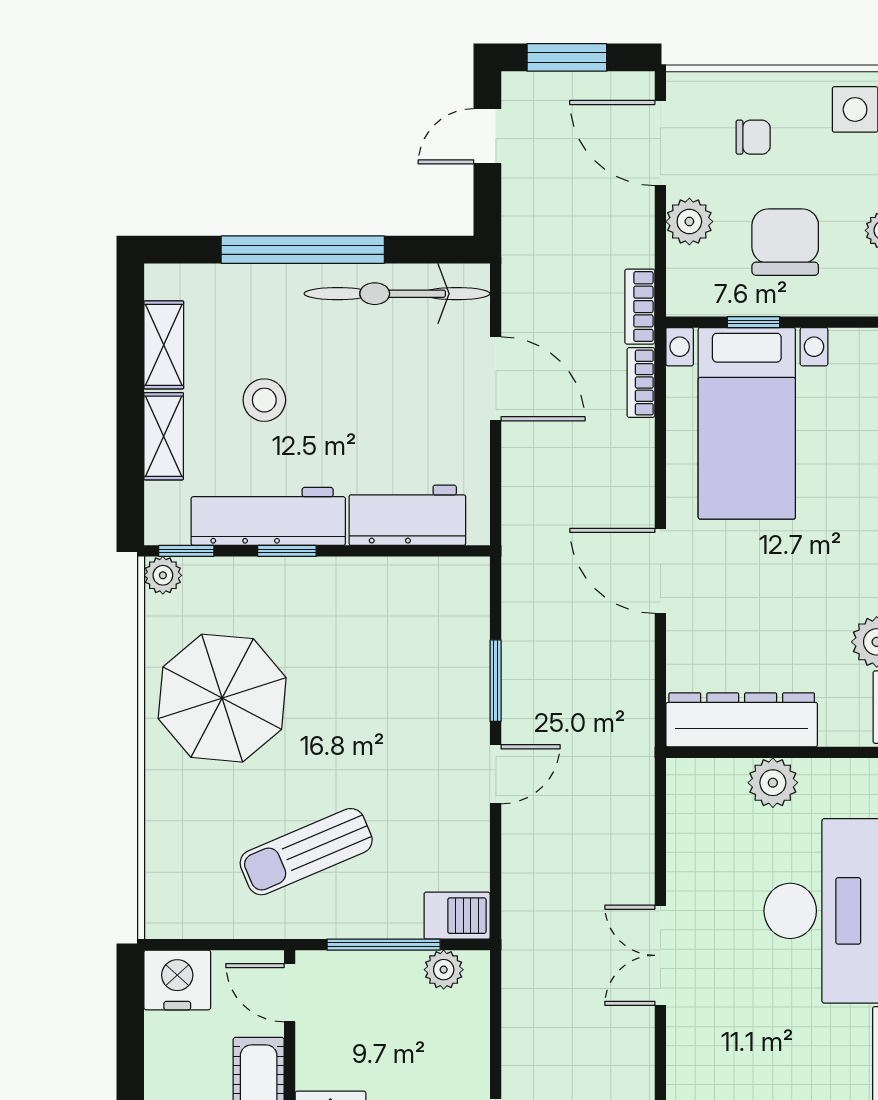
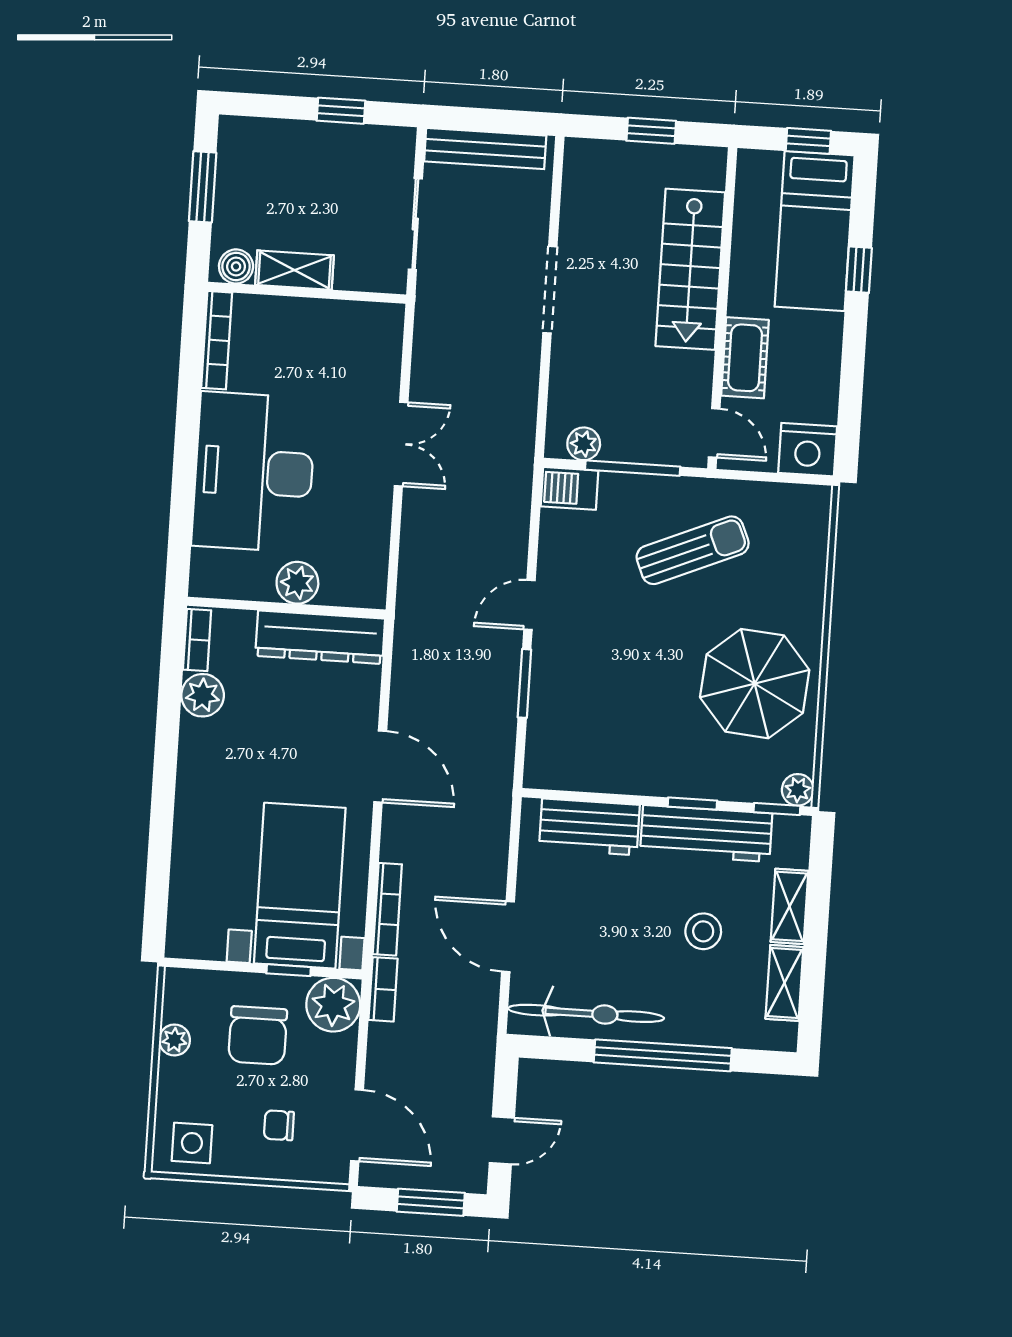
plant: (689, 222) -> (333, 1005), moved, width x1.36, depth x1.36
bookcase: (641, 382) -> (387, 909), width x1.56

